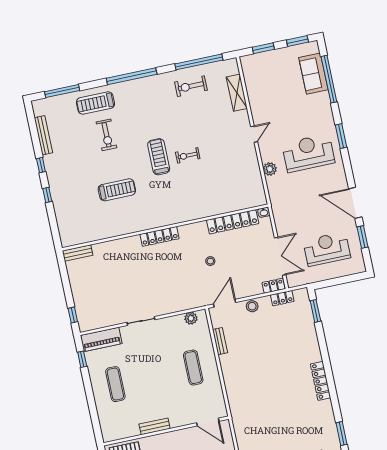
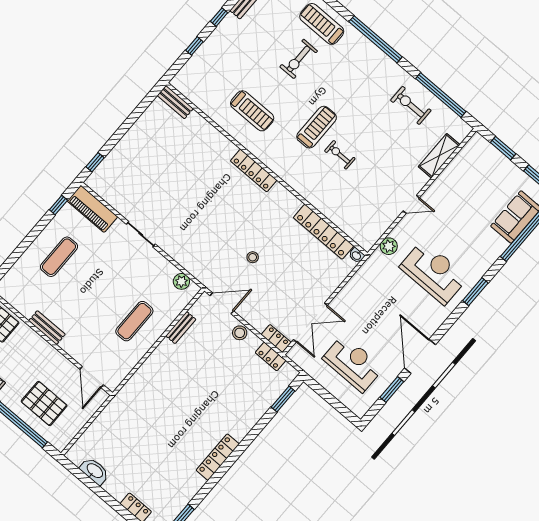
washbasin: (264, 212) -> (357, 255), moved
locker: (233, 222) -> (324, 232), moved
wall: (165, 227) -> (267, 169), moved
locker: (160, 236) -> (254, 171), moved
bench: (78, 253) -> (175, 102), moved

